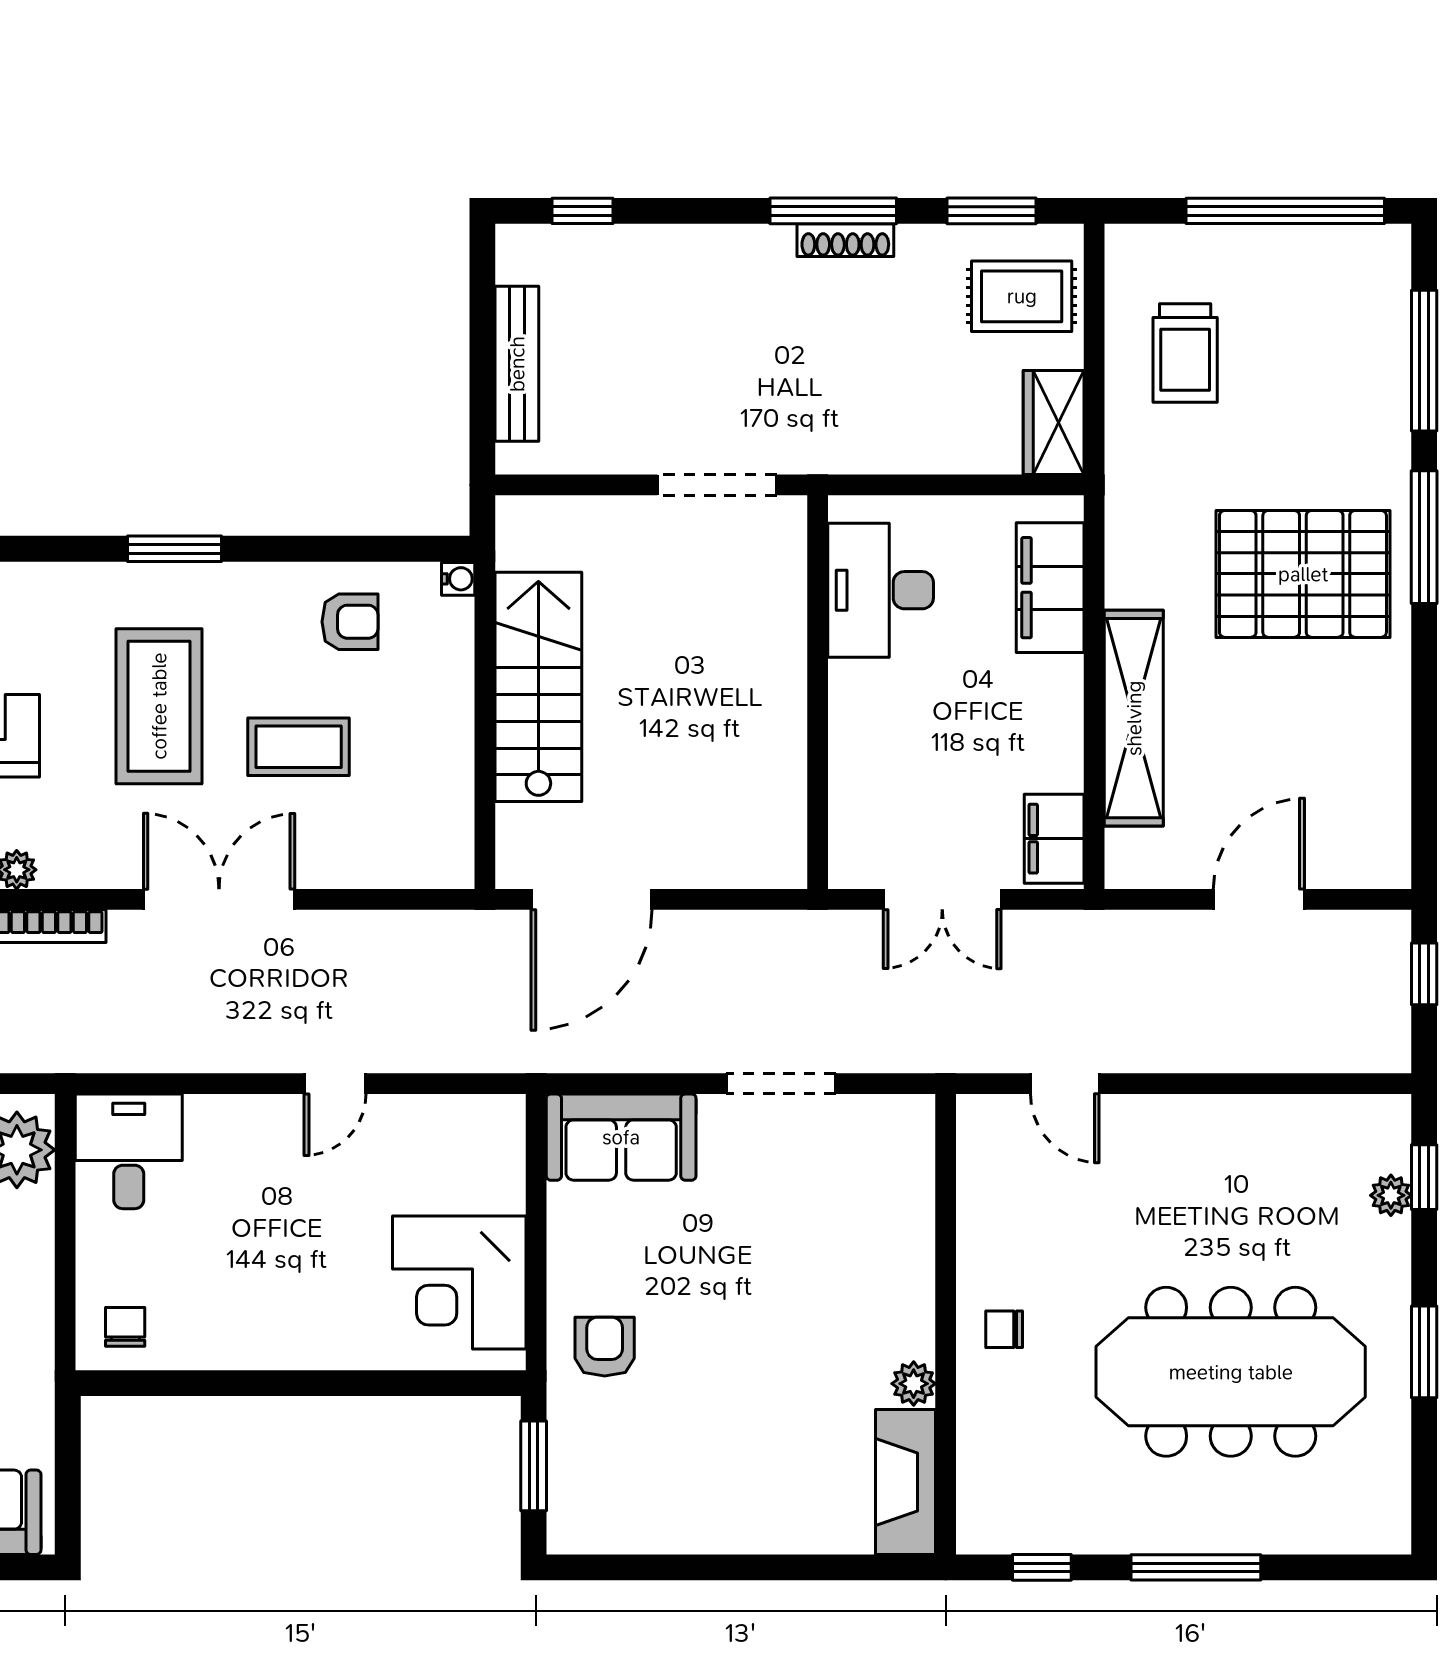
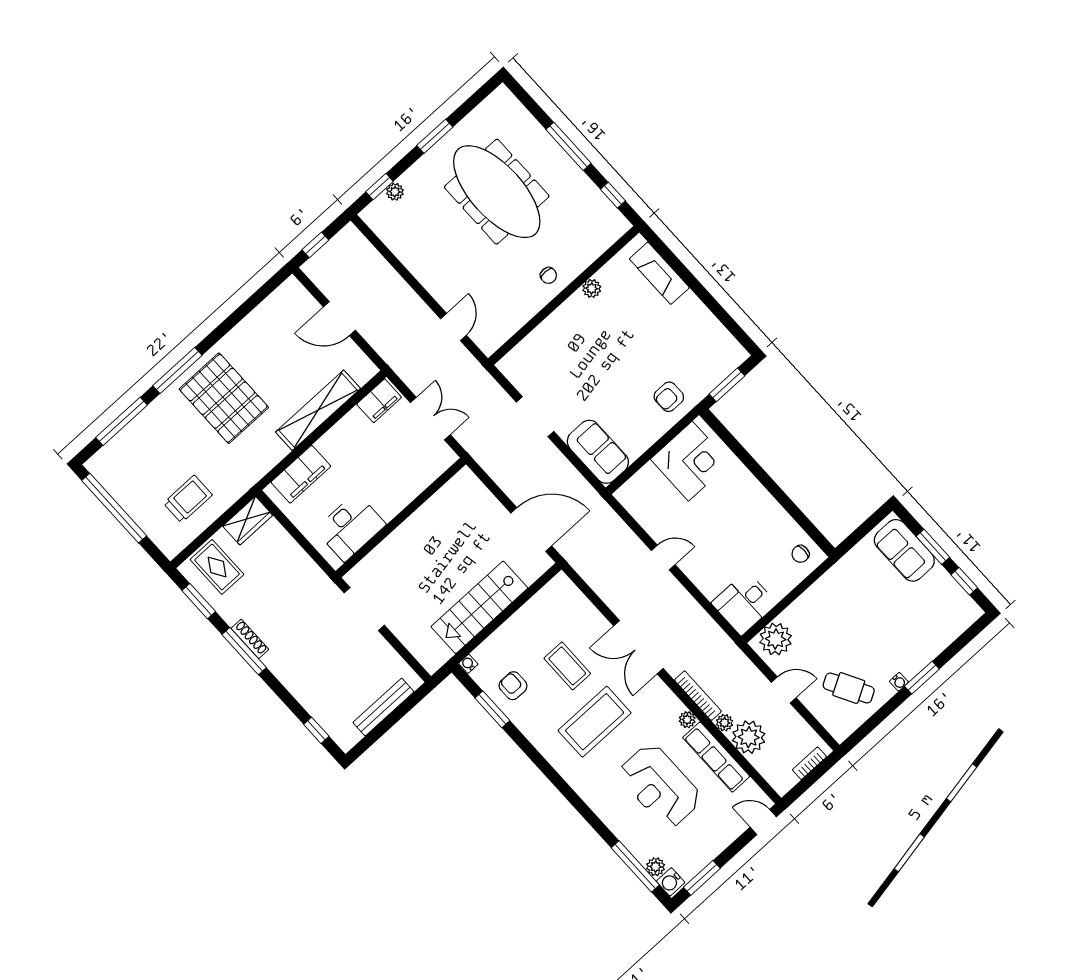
window: (174, 549) -> (492, 709), moved
fireplace: (906, 1482) -> (659, 273), moved, turned 90

